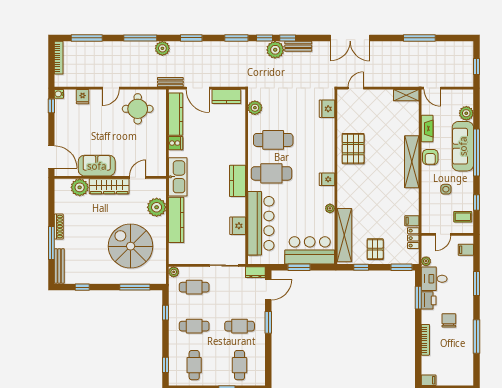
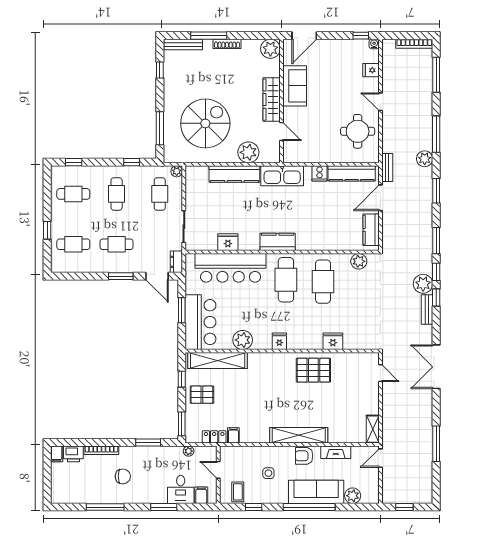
fridge: (327, 109) -> (333, 341), moved
plant: (80, 187) -> (270, 49), moved
plant: (330, 208) -> (243, 340), width x1.87, depth x1.87
desk: (434, 279) -> (181, 489), moved, turned 180
printer: (429, 300) -> (73, 454), moved
cafe table: (240, 326) -> (117, 244), turned 90

